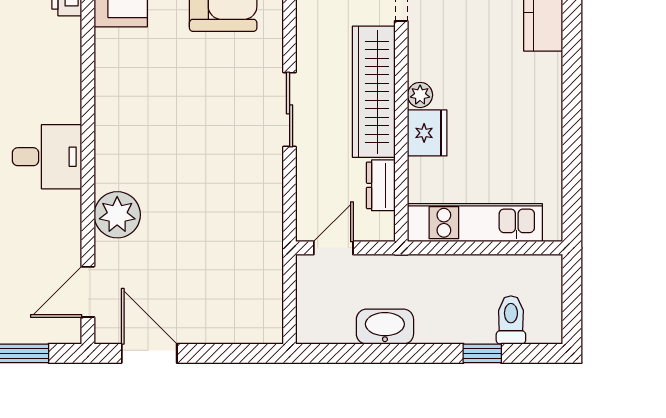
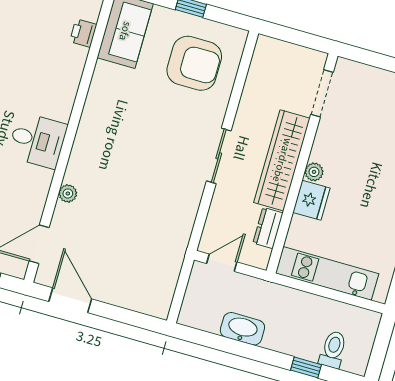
plant: (117, 215) -> (68, 193), width x0.53, depth x0.53

